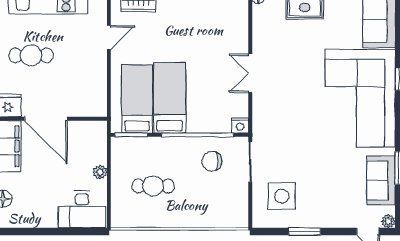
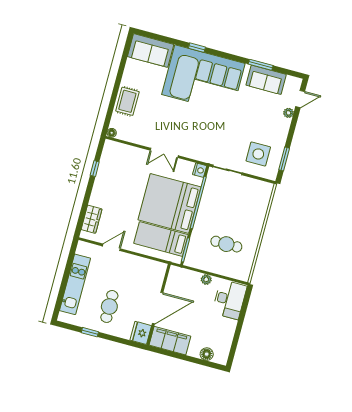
door: (109, 37) -> (111, 247), hinge flipped
bed: (170, 98) -> (169, 203), width x2.04
chair: (212, 161) -> (220, 197), removed
cafe table: (153, 186) -> (226, 244), turned 90
plant: (388, 221) -> (289, 113), moved
window: (305, 231) -> (284, 159), moved

